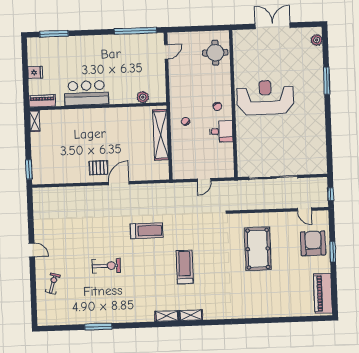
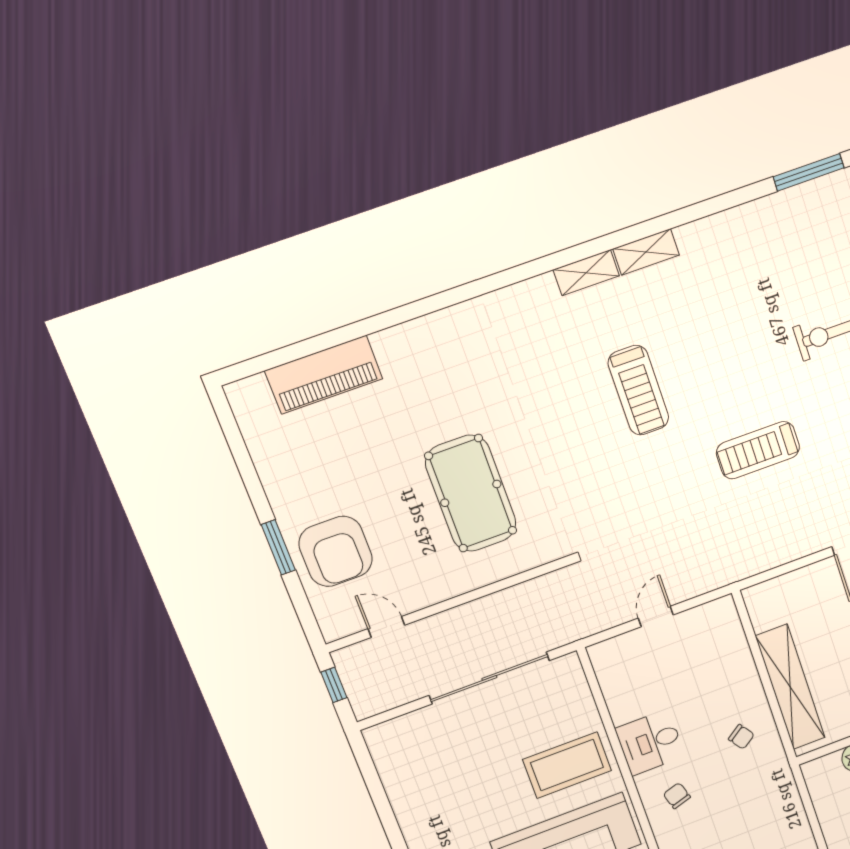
coffee table: (255, 133) -> (567, 765), added
piano: (323, 293) -> (324, 375), moved, turned 90

